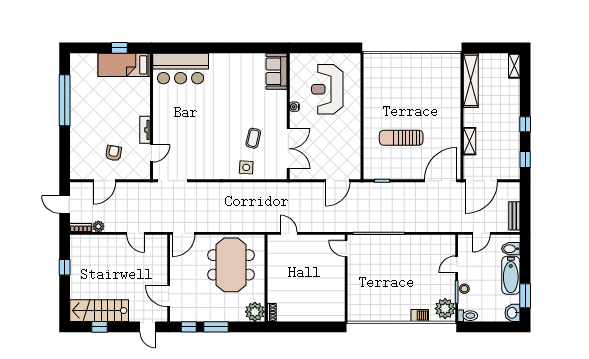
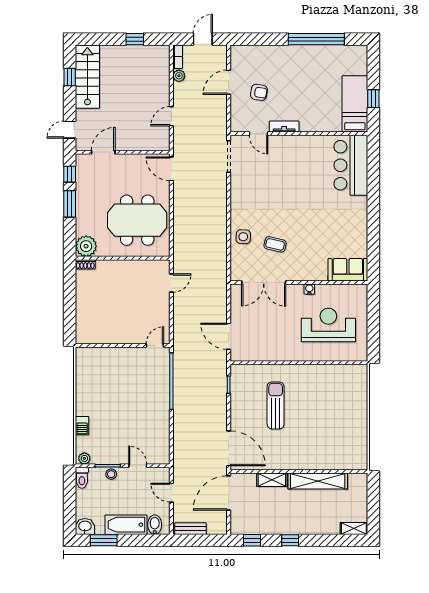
shelving: (471, 80) -> (318, 481), moved
door: (104, 181) -> (229, 82), hinge flipped
door: (482, 181) -> (229, 493), hinge flipped
plant: (445, 309) -> (84, 458), width x0.53, depth x0.53

